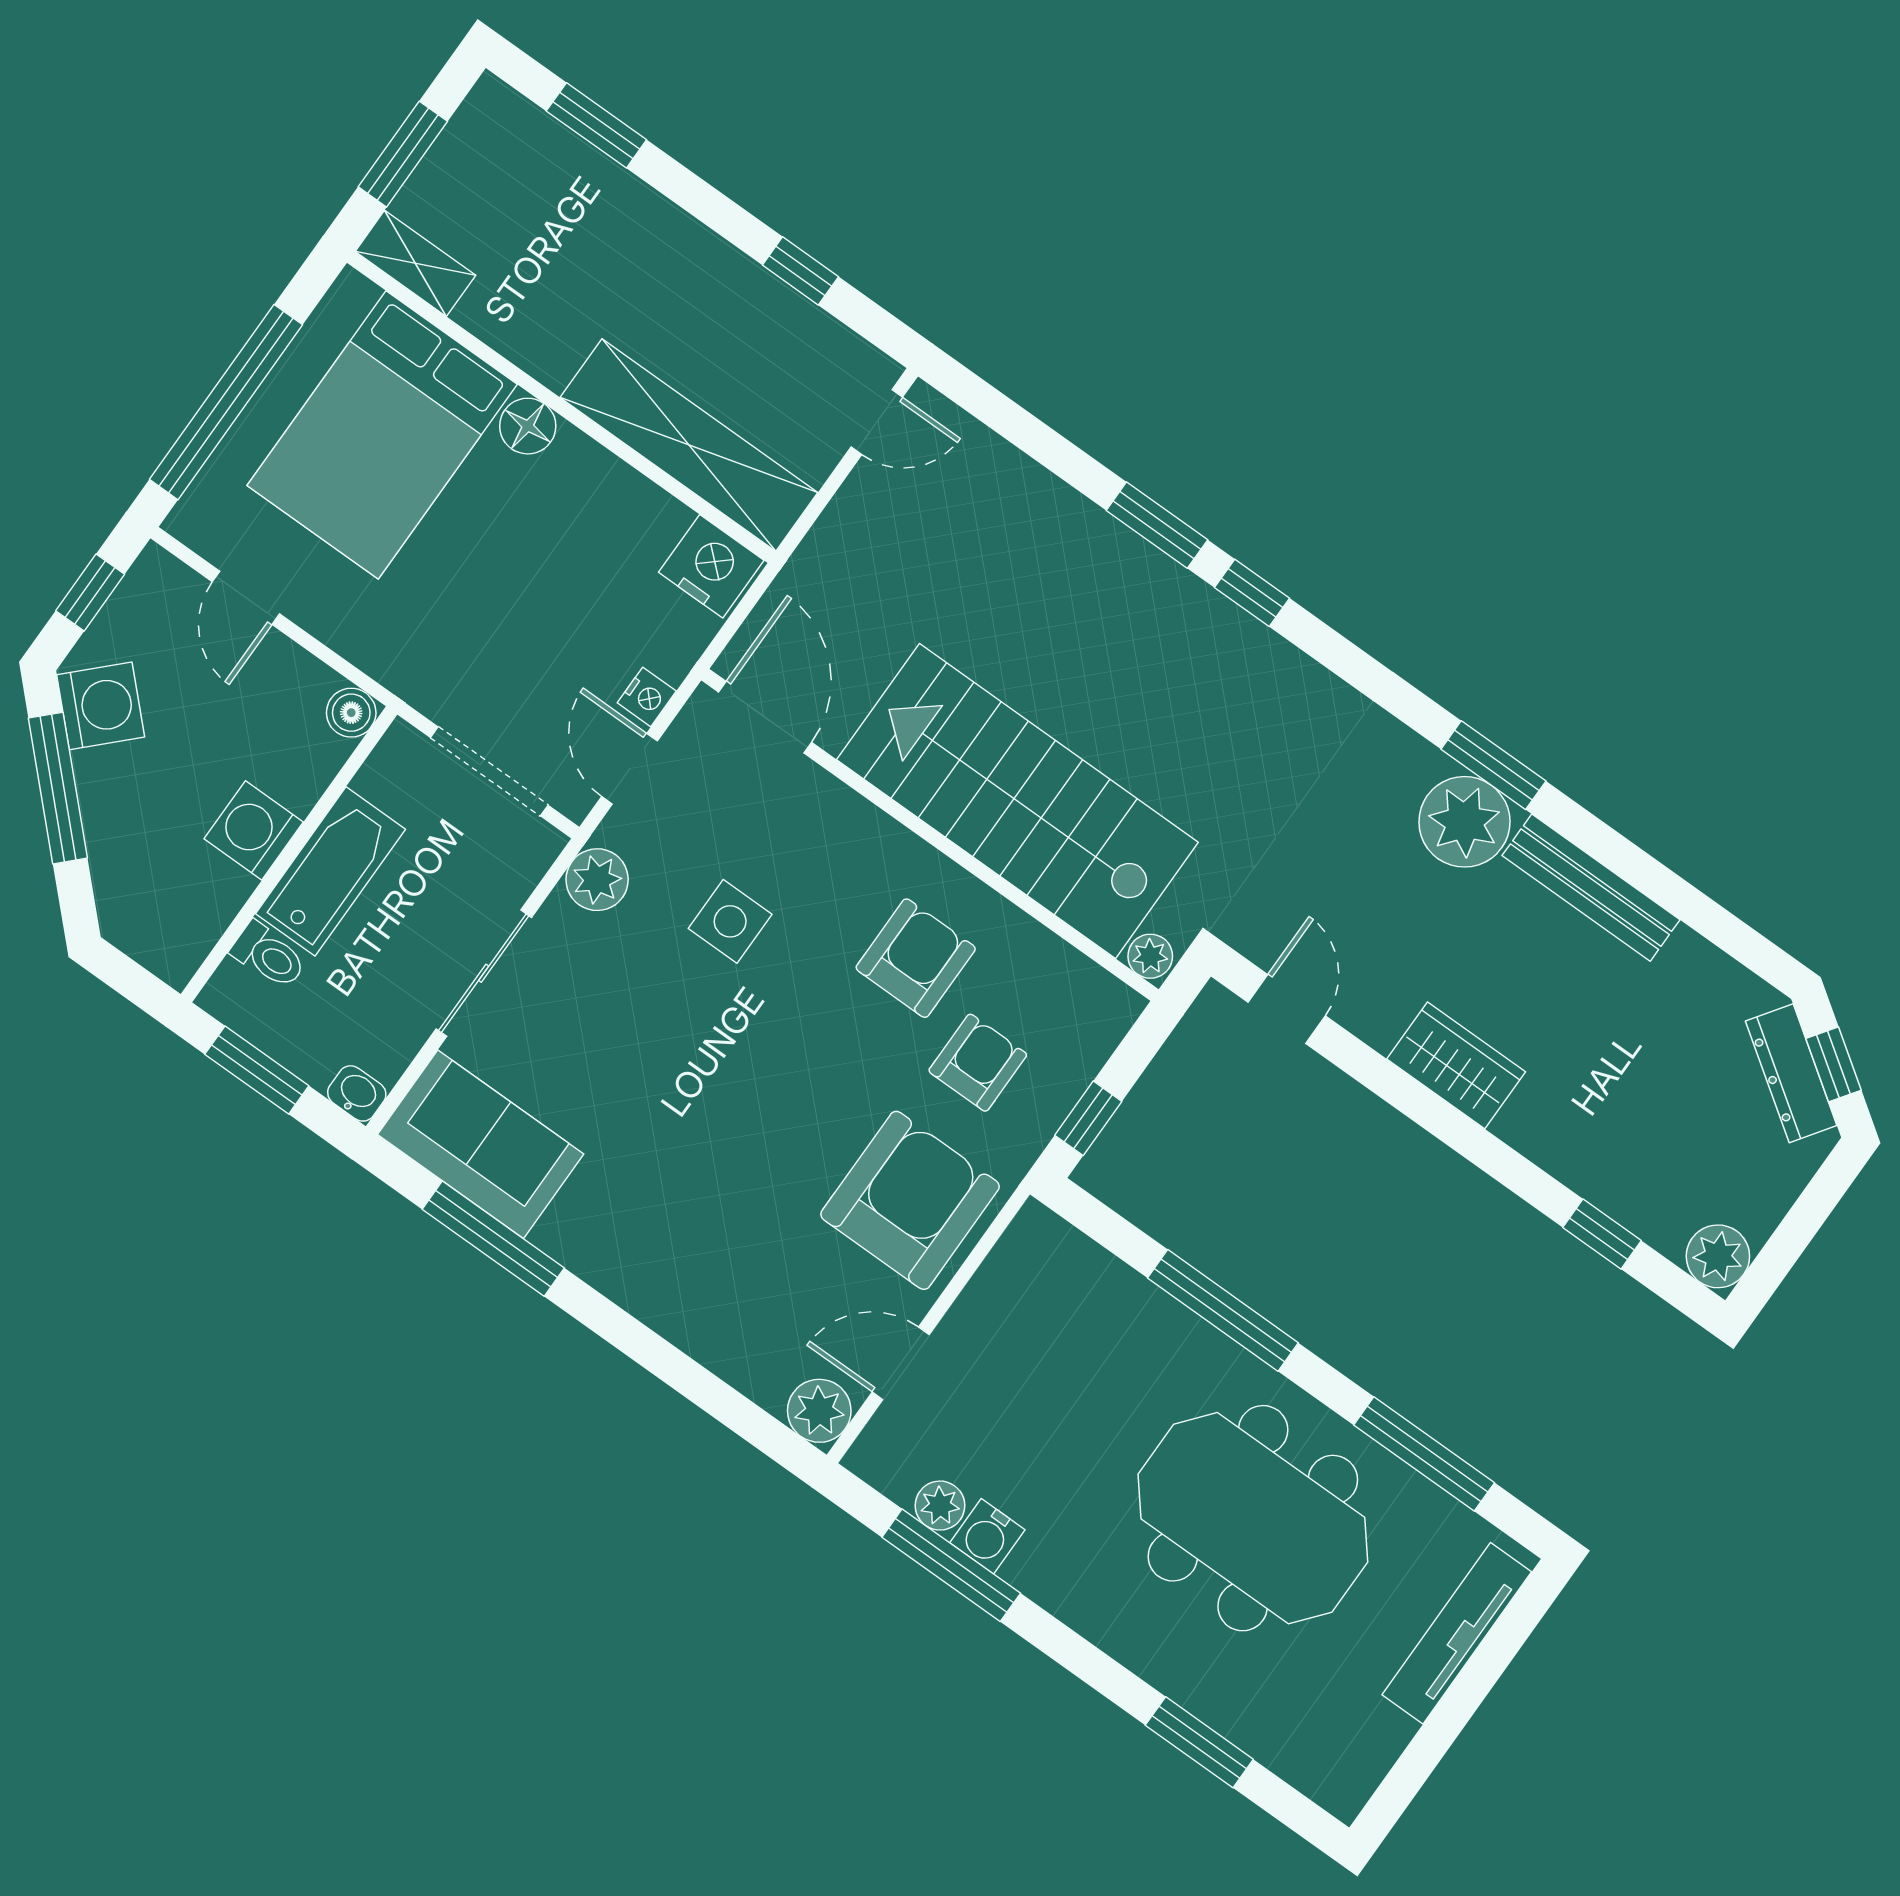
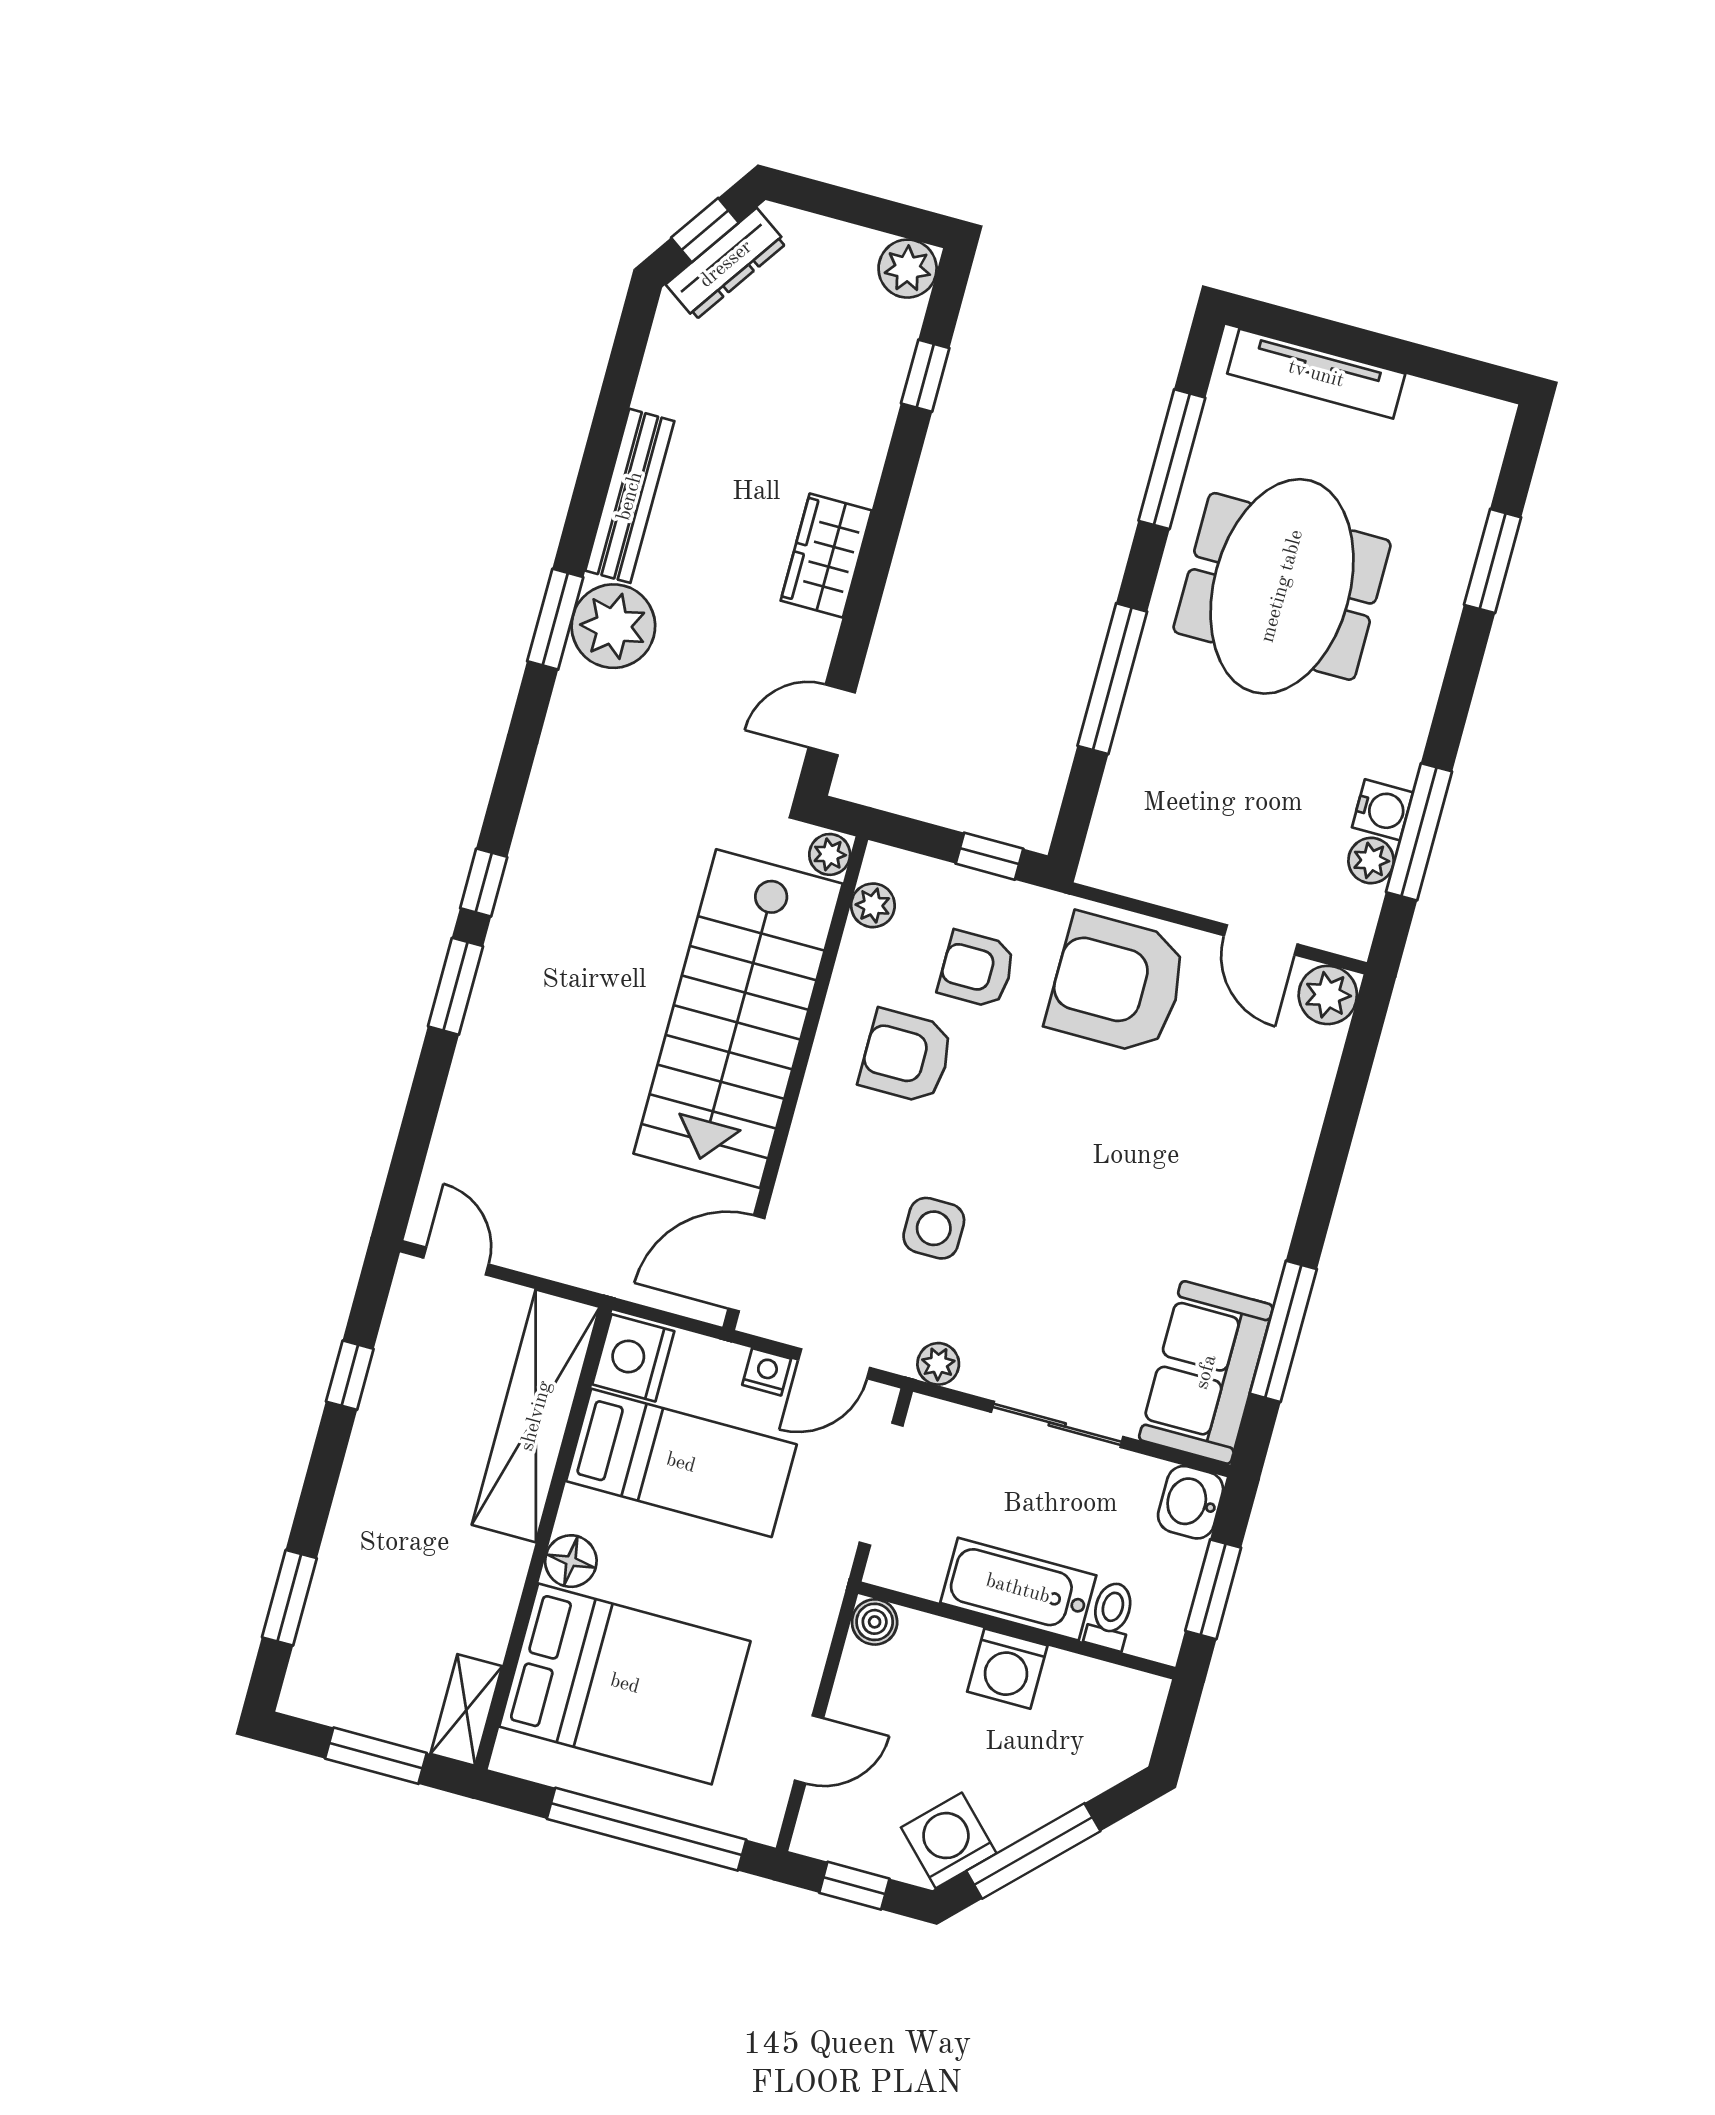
bed: (586, 576) -> (681, 1463), added
plant: (597, 880) -> (938, 1364), width x0.73, depth x0.73
plant: (1082, 981) -> (873, 905), added
washbasin: (357, 1093) -> (1191, 1502), width x1.38, depth x1.45

